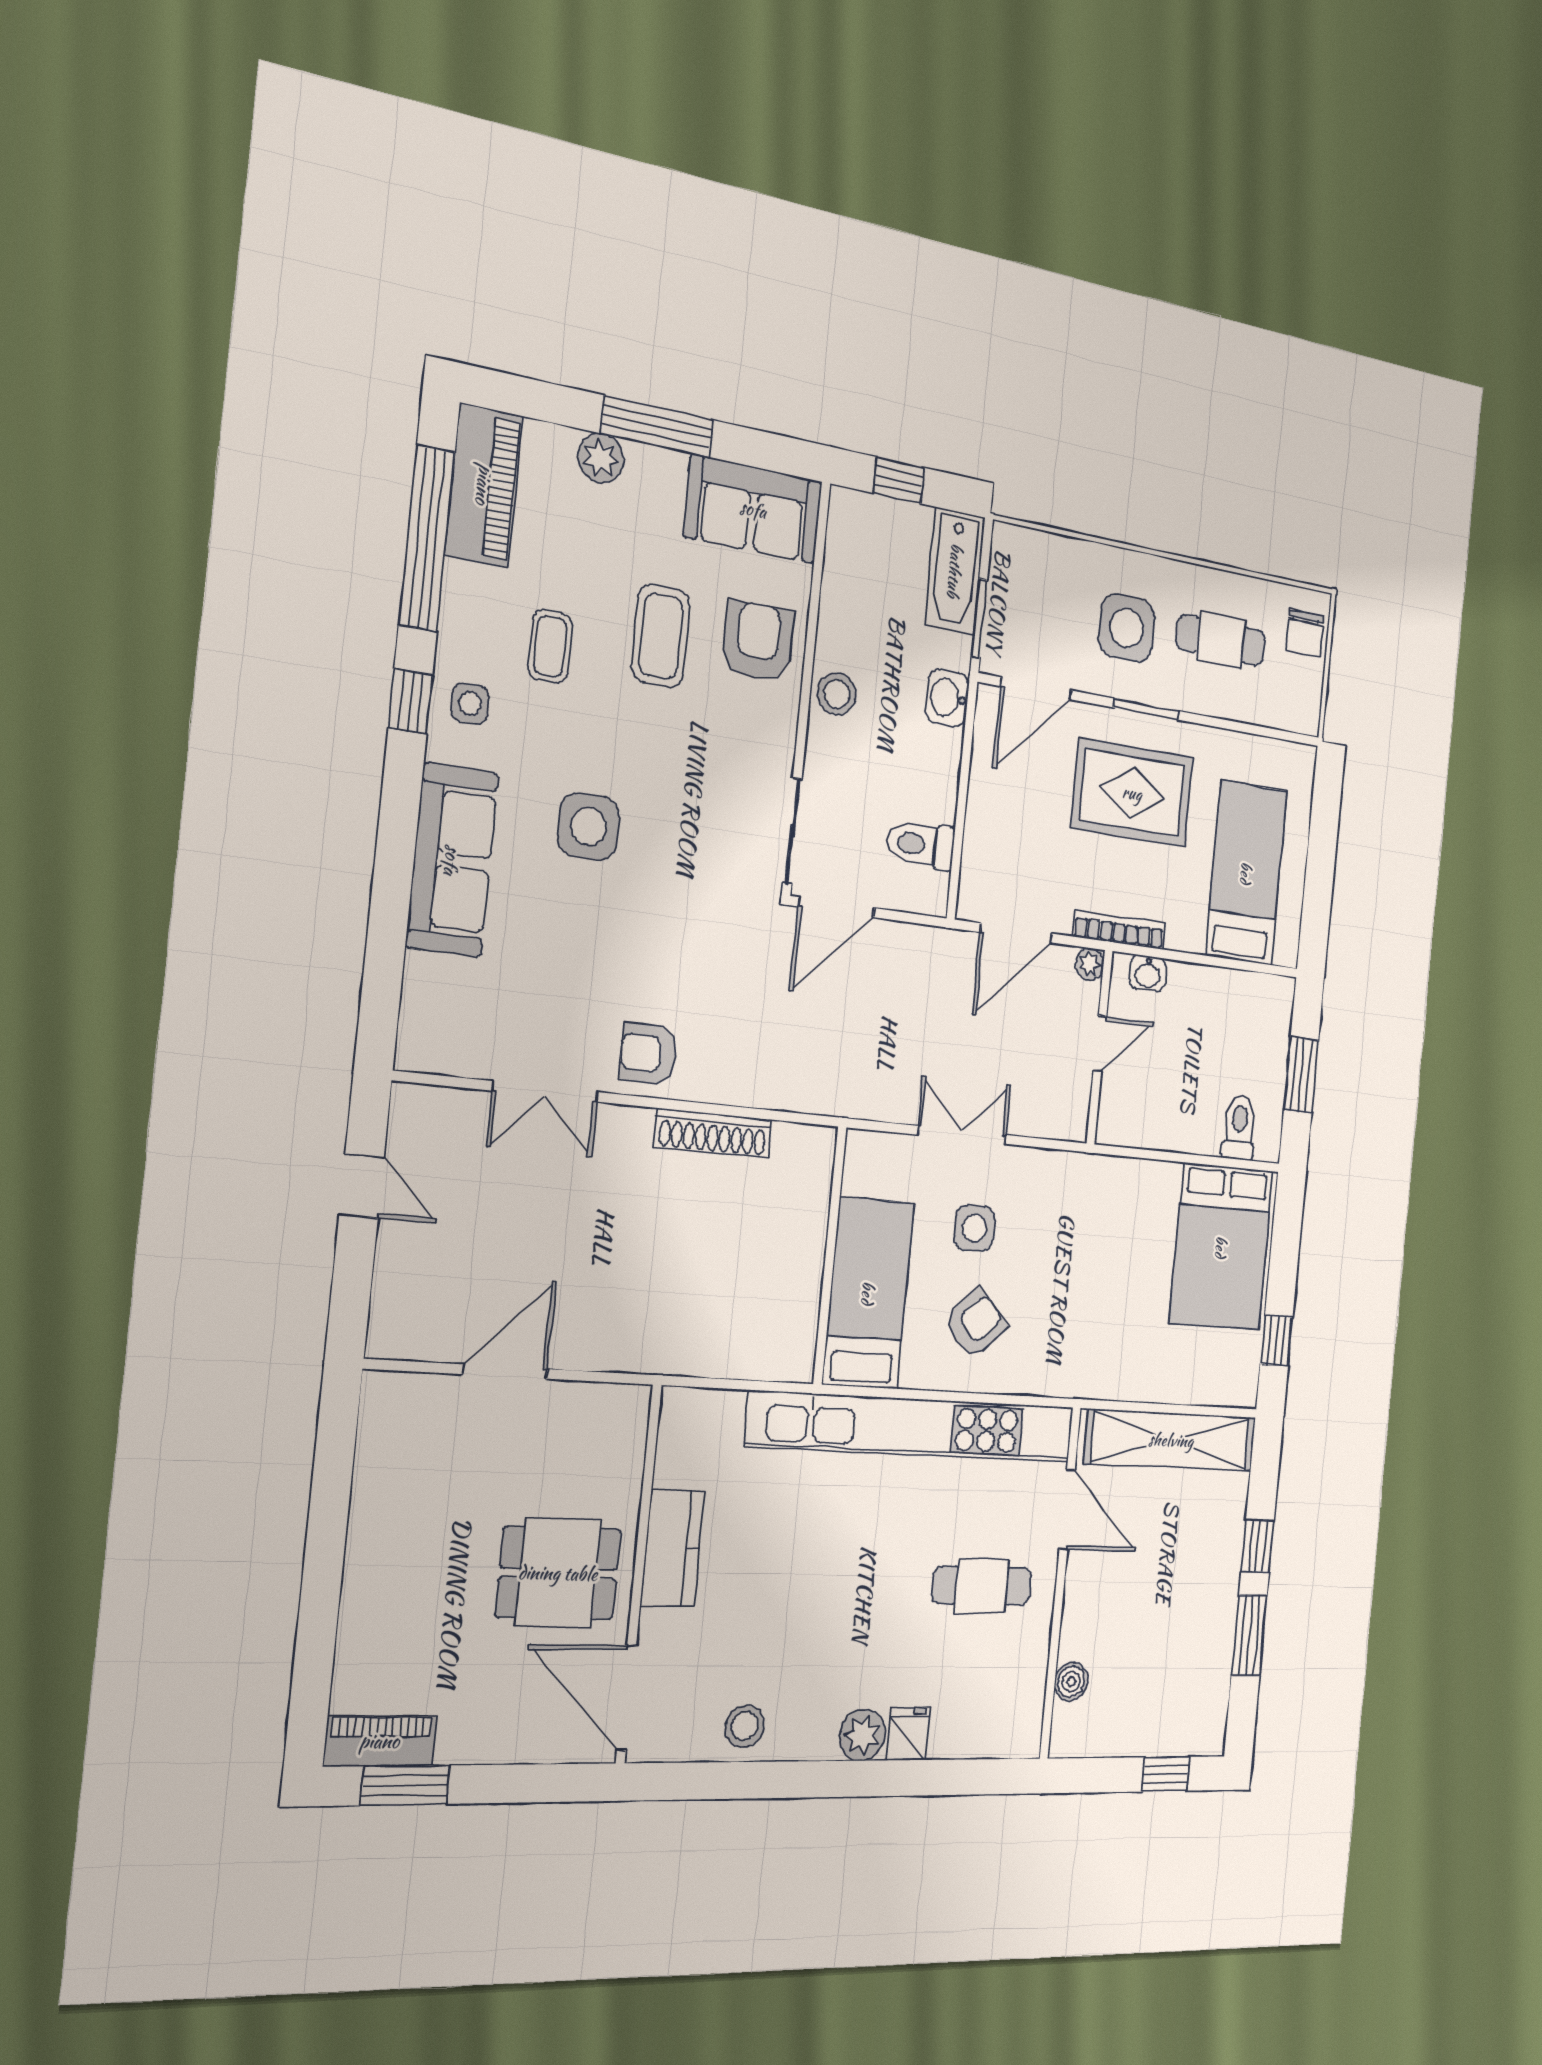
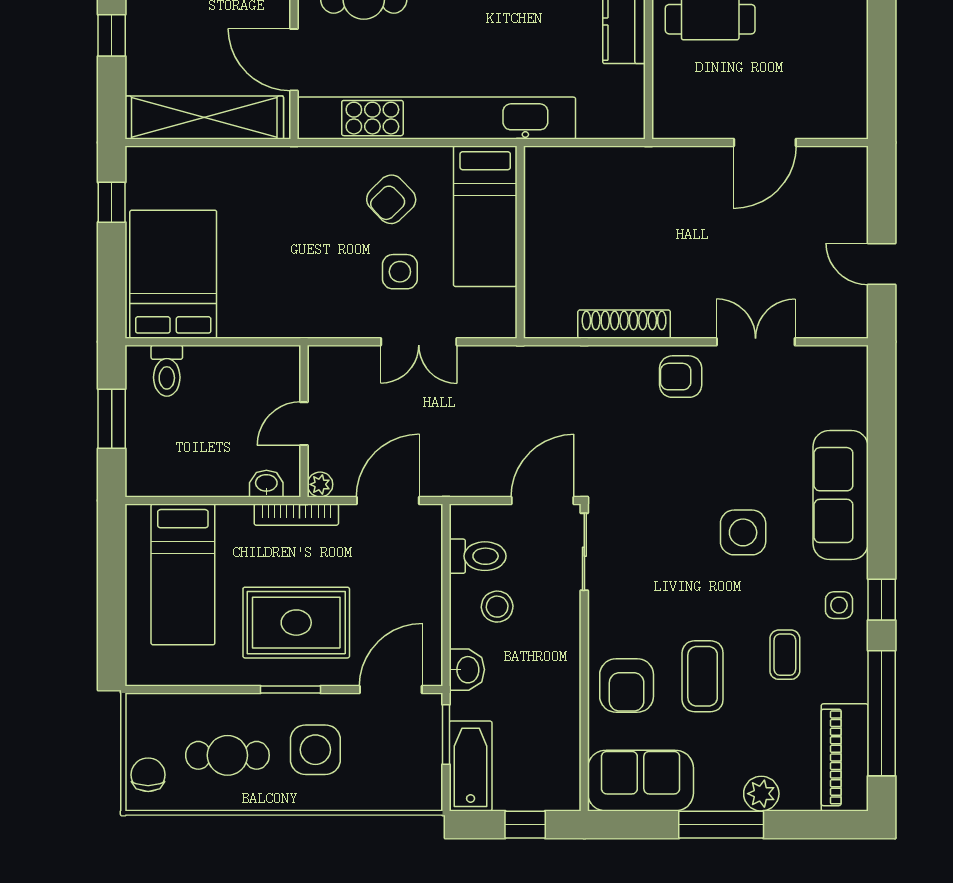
stool: (837, 694) -> (497, 607), moved
armchair: (648, 1054) -> (681, 377), turned 180

